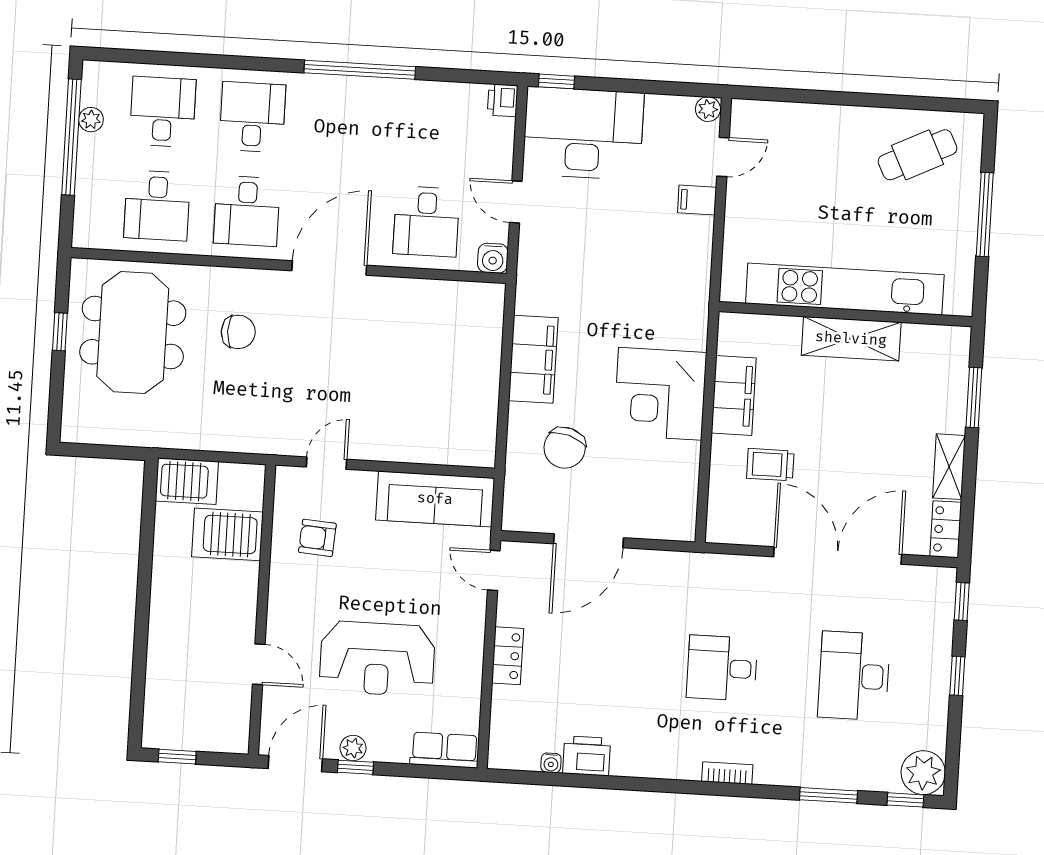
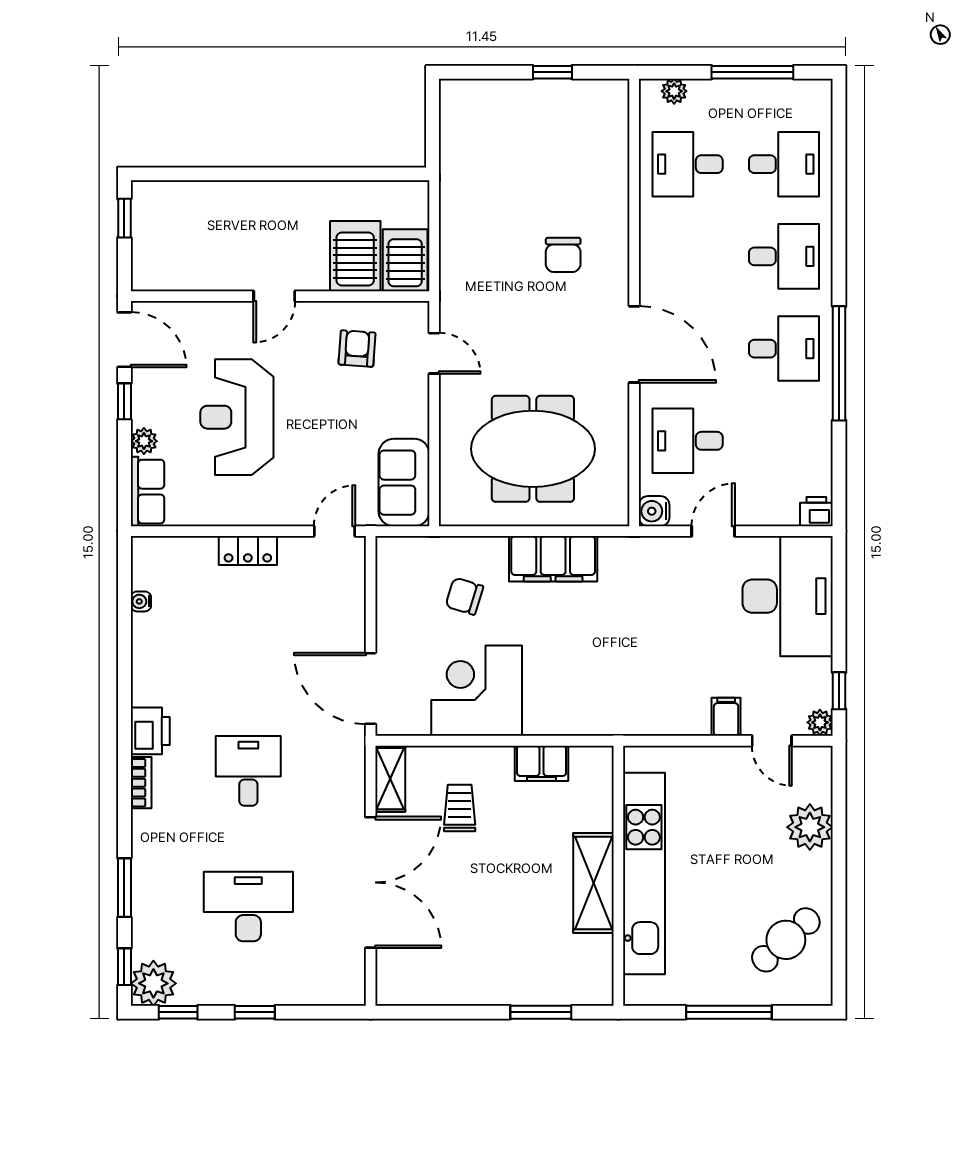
window: (556, 81) -> (839, 691), moved
plant: (91, 120) -> (674, 91), moved
plant: (809, 125) -> (810, 827), added
window: (71, 137) -> (752, 72), width x0.68
cafe table: (918, 155) -> (786, 940), turned 74
desk: (247, 211) -> (784, 349), moved, turned 180
meeting table: (133, 332) -> (533, 449), moved
corner desk: (660, 394) -> (477, 691), moved
filing cabinet: (734, 395) -> (541, 763), width x0.67, depth x0.86
chair: (565, 448) -> (464, 596), width x0.73, depth x0.73
shelving: (949, 467) -> (390, 779), moved, turned 90
server rack: (187, 481) -> (405, 260), moved, turned 180
sofa: (435, 499) -> (404, 483), width x0.73
locker: (946, 529) -> (404, 991), removed
door: (588, 541) -> (371, 688), moved
window: (962, 601) -> (178, 1012), moved
door: (259, 664) -> (274, 296), moved
plant: (353, 748) -> (144, 441), moved
printer: (587, 756) -> (150, 731), moved

